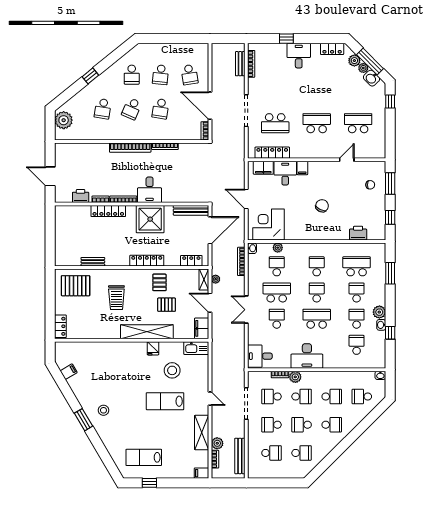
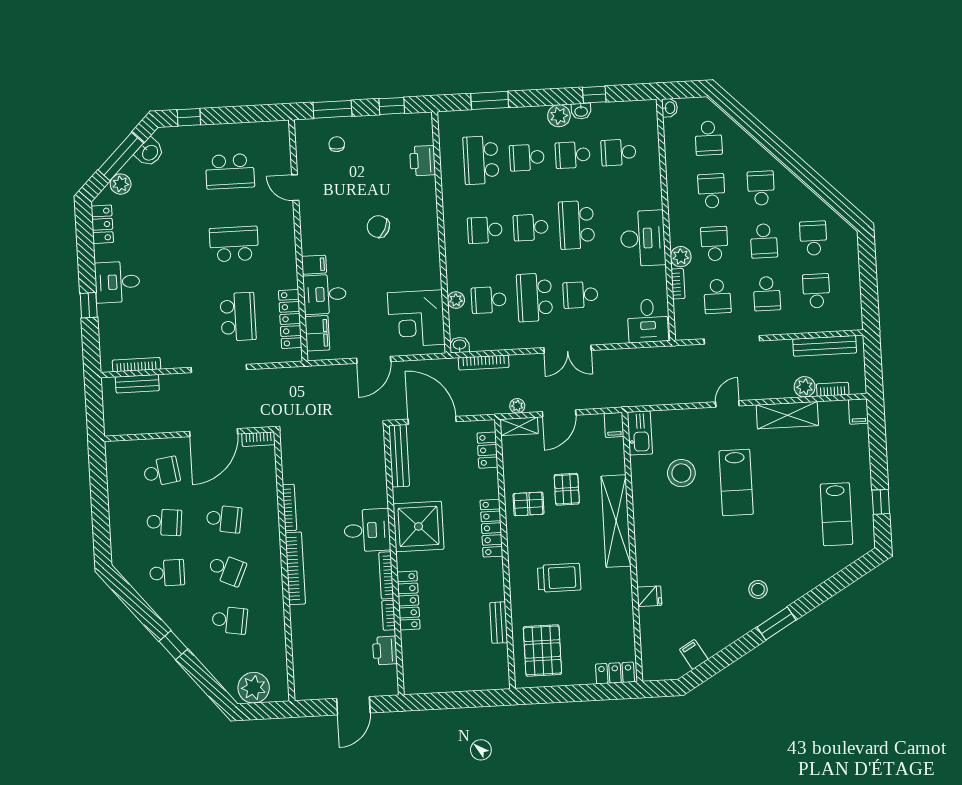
plant: (363, 68) -> (133, 168), removed
school desk: (317, 123) -> (234, 244), turned 90
school desk: (358, 123) -> (230, 171), turned -90
filing cabinet: (202, 328) -> (614, 425), width x0.50
fridge: (153, 348) -> (649, 596), moved

